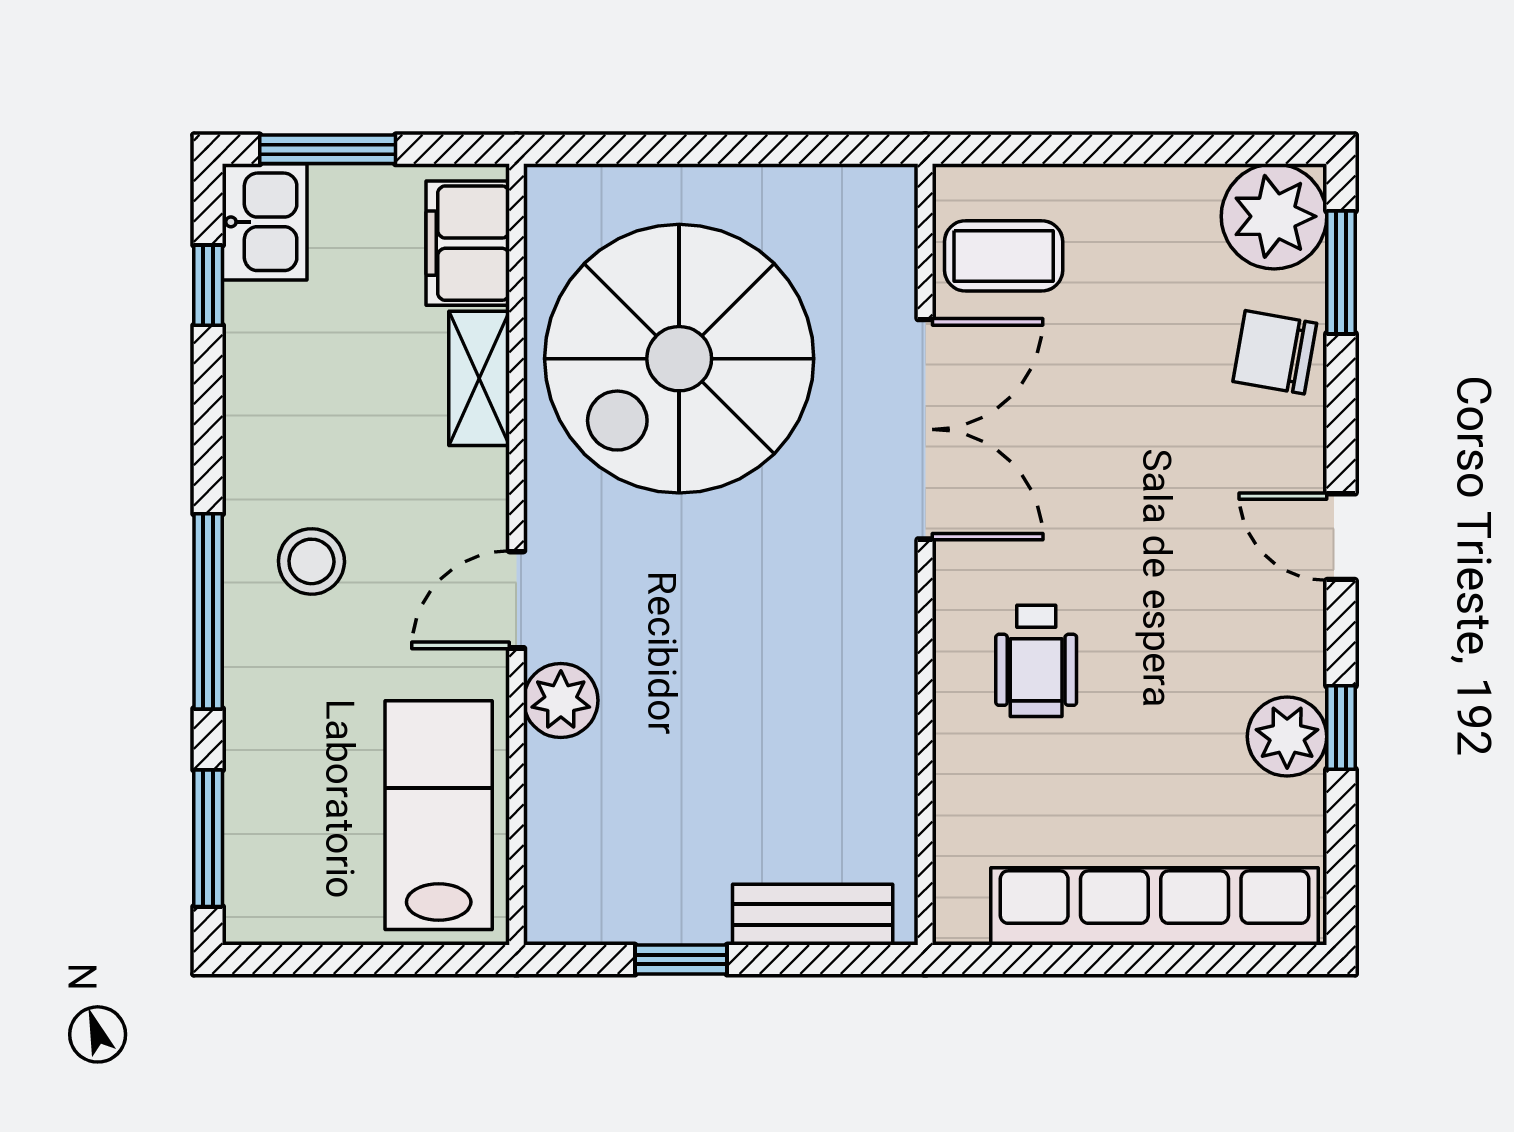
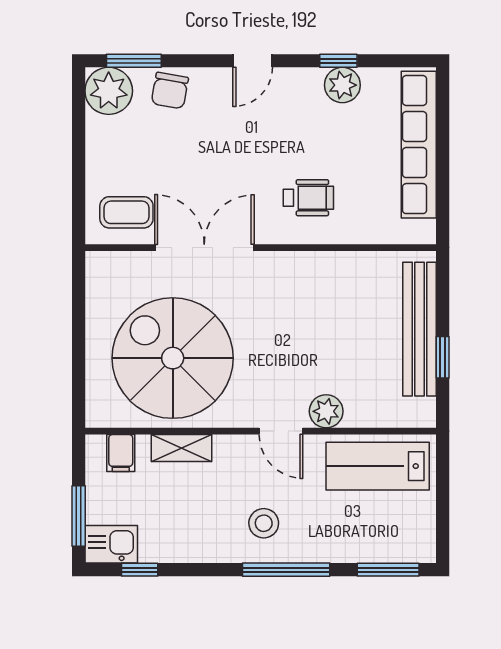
filing cabinet: (468, 243) -> (121, 453), width x0.50
coffee table: (1004, 256) -> (126, 212), turned 90
spiral stairs: (679, 359) -> (173, 358), turned 180
bench: (813, 915) -> (419, 329), width x1.86, depth x1.21

